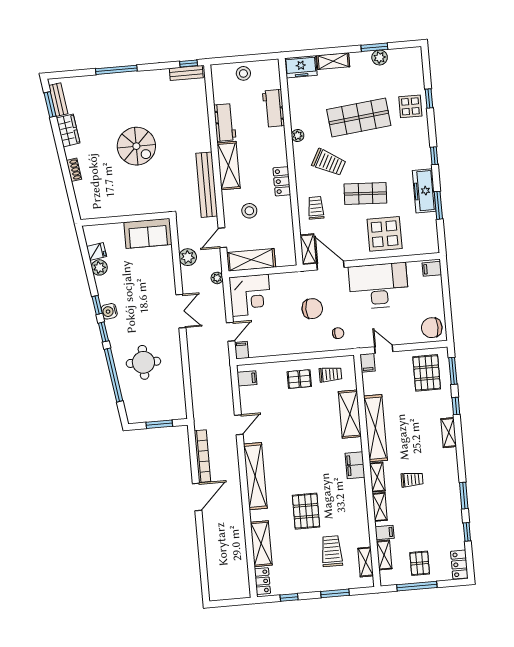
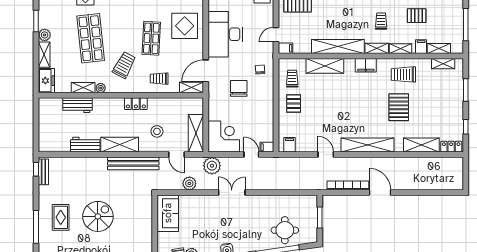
plant: (380, 57) -> (45, 35), moved
stool: (243, 73) -> (48, 127), removed
rug: (131, 100) -> (61, 217), added
shelving: (296, 114) -> (83, 88), added
plant: (217, 278) -> (212, 166), width x1.88, depth x1.88
round table: (143, 362) -> (285, 230), moved
pallet: (306, 511) -> (399, 107), turned 90
trolley: (332, 551) -> (403, 74), moved
pallet: (420, 563) -> (417, 16), moved

